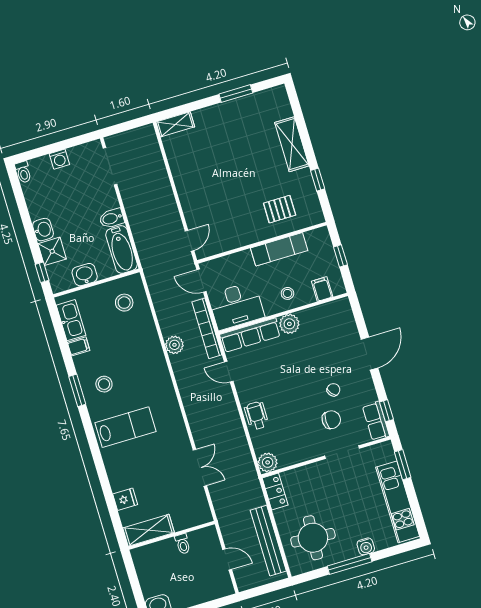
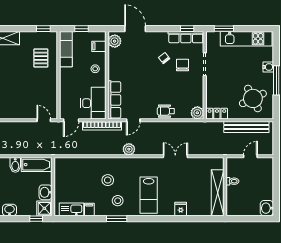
window: (318, 180) -> (43, 29), moved
exam couch: (279, 249) -> (66, 49), moved
shower: (52, 251) -> (44, 208), moved
stool: (124, 303) -> (108, 180), moved
plant: (289, 324) -> (115, 41), moved
plant: (174, 345) -> (129, 149), moved
door: (369, 354) -> (135, 29), moved
row of seats: (376, 421) -> (186, 37), width x1.48
lab bench: (126, 427) -> (149, 195), turned 180
double door: (200, 468) -> (175, 156), moved
fridge: (125, 499) -> (181, 209), moved
shelving: (148, 530) -> (218, 193), width x1.47
round table: (313, 538) -> (253, 98), turned -30

